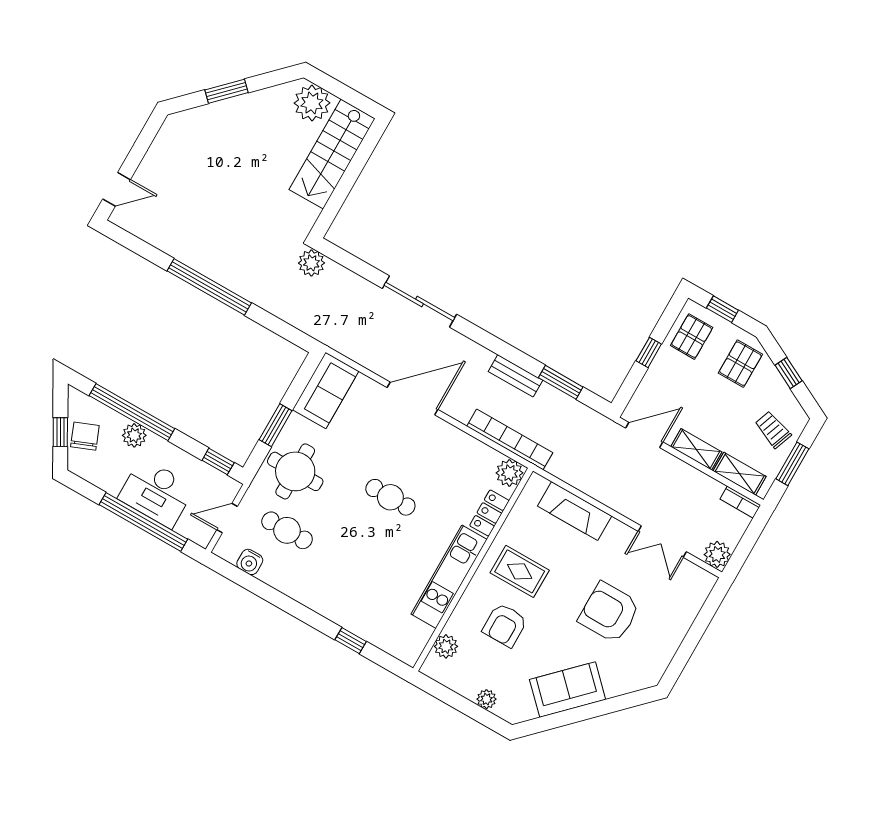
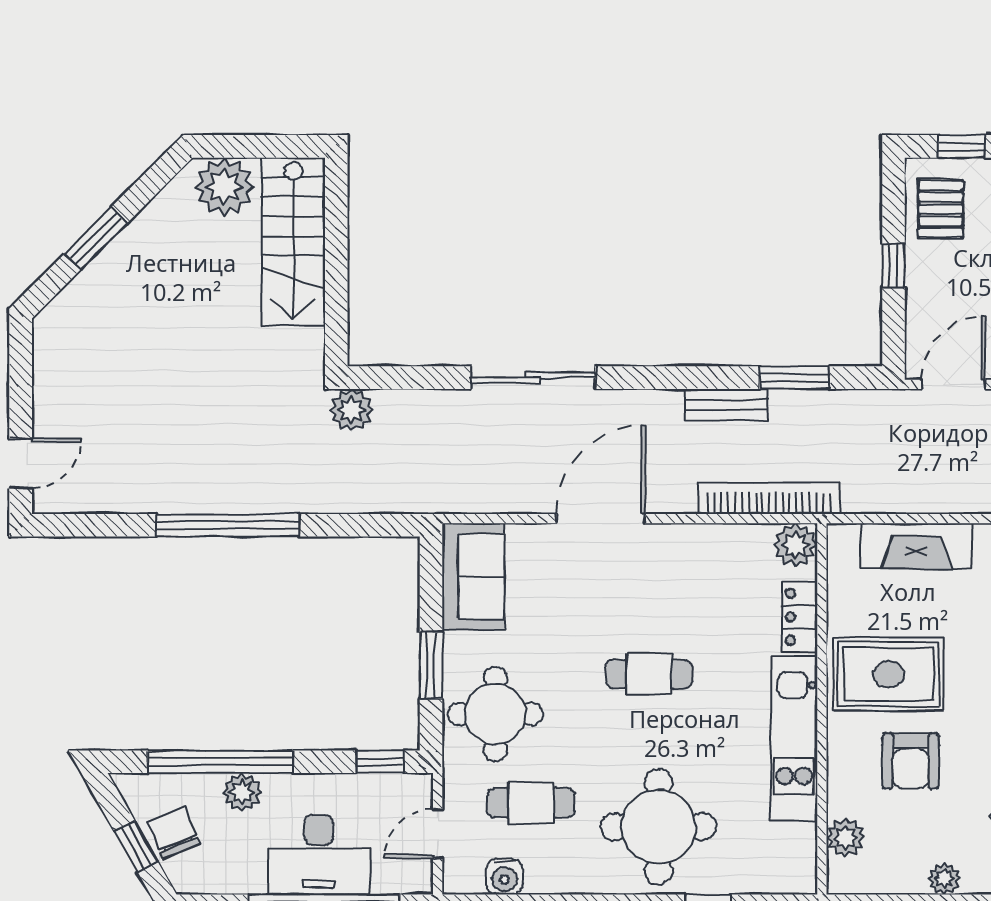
rug: (520, 571) -> (888, 674), width x1.36, depth x1.43
round table: (348, 583) -> (659, 827), added

